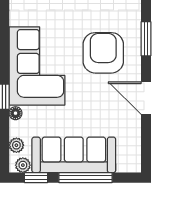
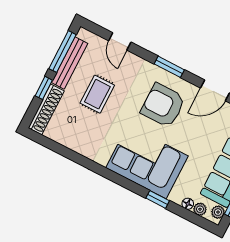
floor lamp: (15, 113) -> (188, 204), moved

